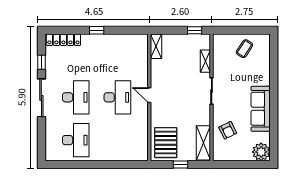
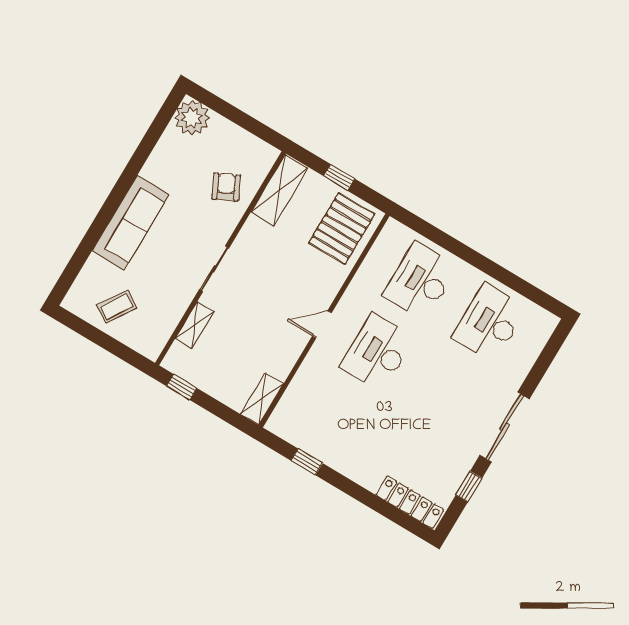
window: (97, 30) -> (307, 462), moved
door: (149, 95) -> (322, 324), swing flipped
desk: (76, 97) -> (420, 281), moved
sofa: (261, 109) -> (131, 223), moved

